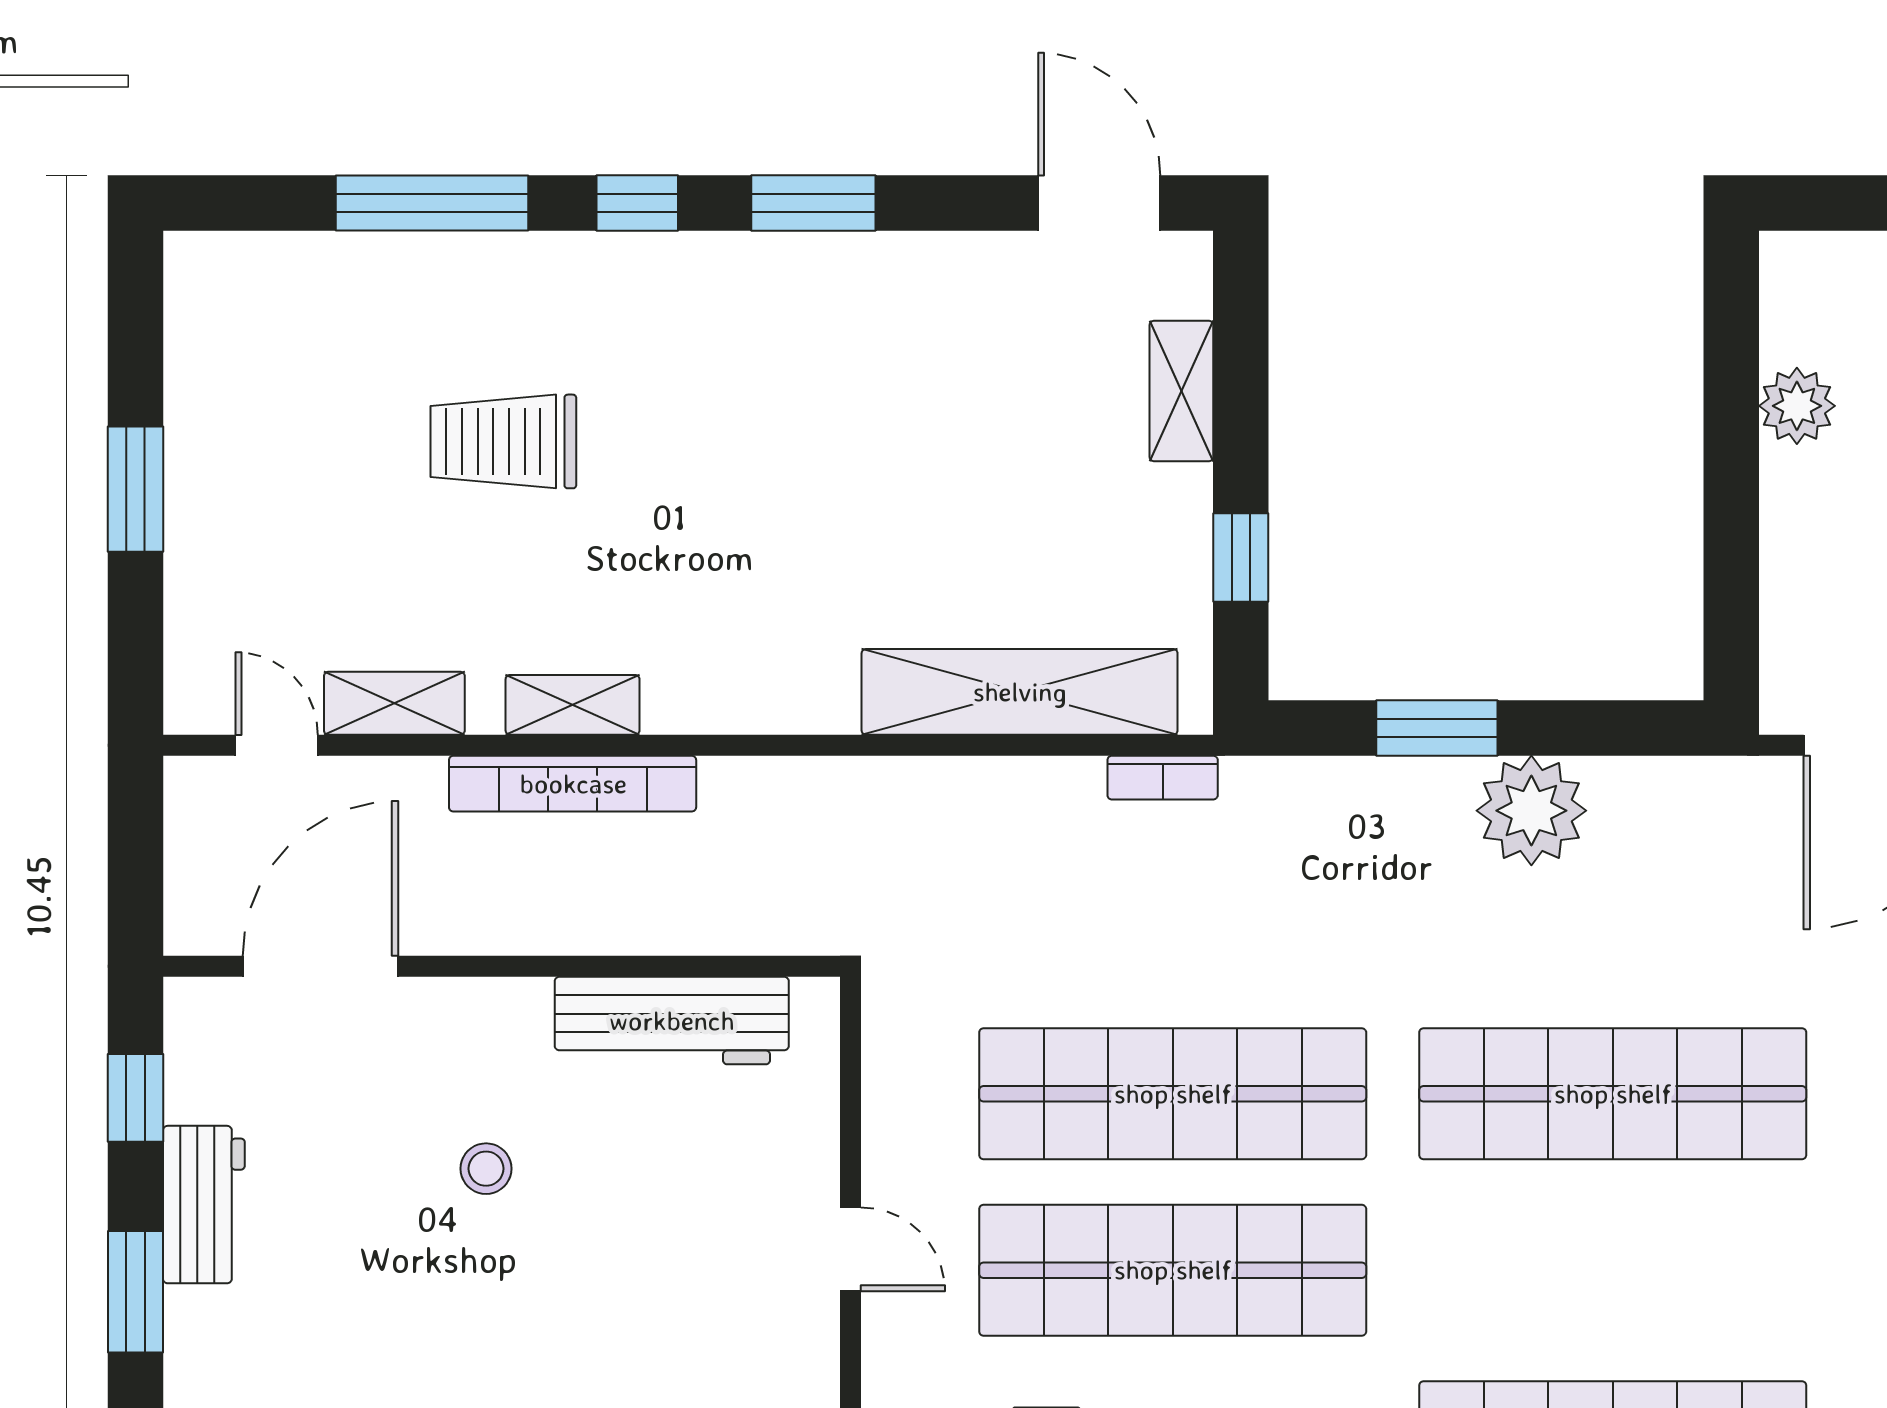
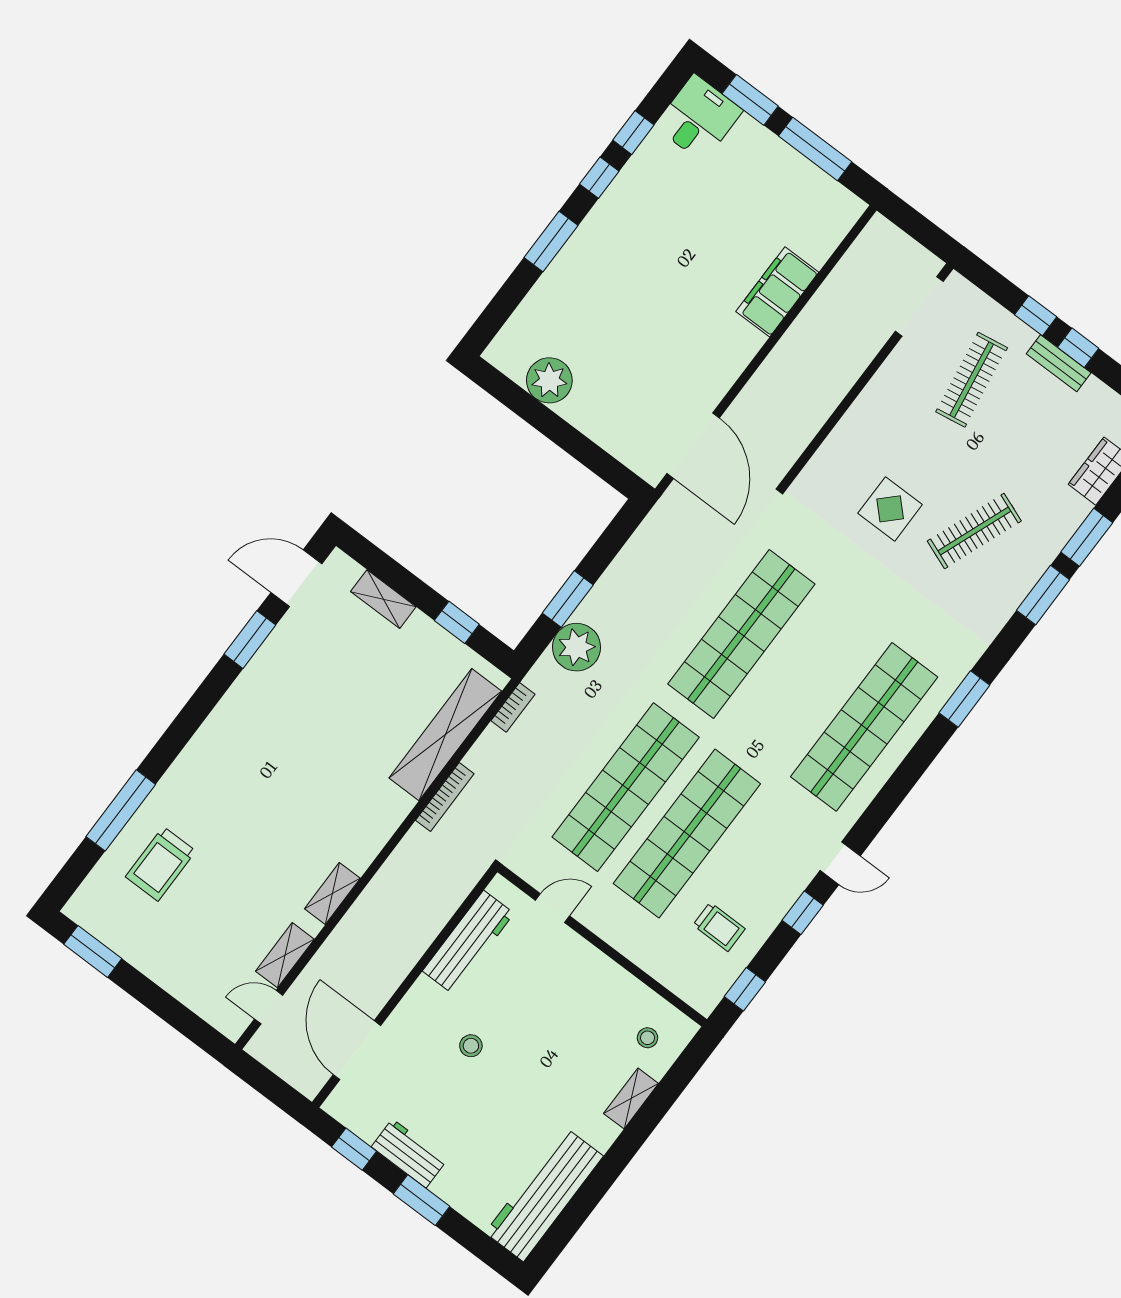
window: (637, 203) -> (175, 739), removed
window: (813, 203) -> (250, 640), moved
plant: (1797, 406) -> (549, 380), width x1.36, depth x1.36
trolley: (503, 441) -> (161, 864), moved
window: (136, 489) -> (93, 951), moved
bookcase: (573, 784) -> (445, 797), moved, width x0.68, depth x0.76
plant: (1531, 811) -> (576, 647), moved
door: (850, 1249) -> (553, 908), moved

